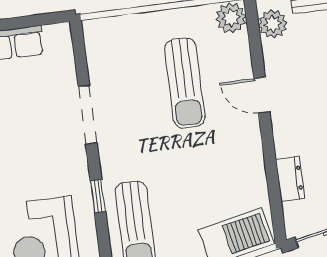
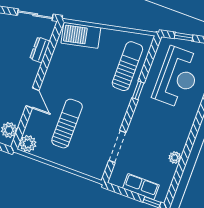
doorway: (88, 115) -> (117, 147), moved

